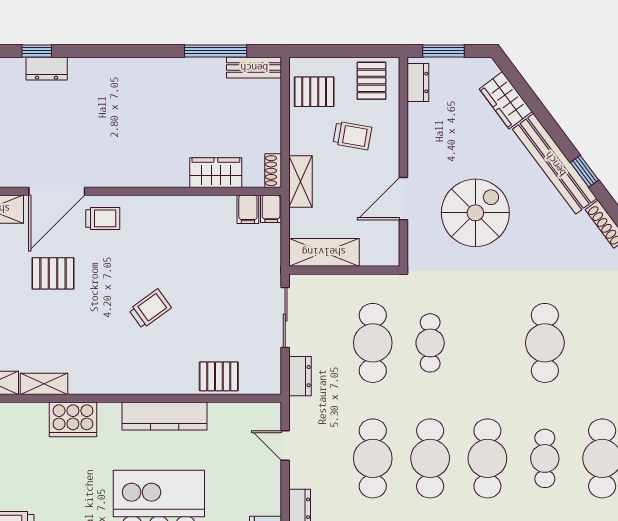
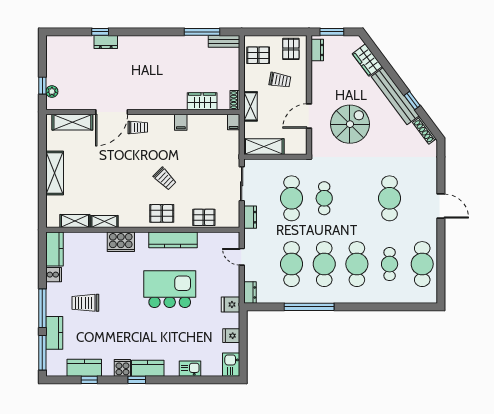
filing cabinet: (248, 209) -> (181, 122), moved
pallet: (53, 273) -> (162, 213), moved
trolley: (150, 309) -> (165, 179), turned 81

